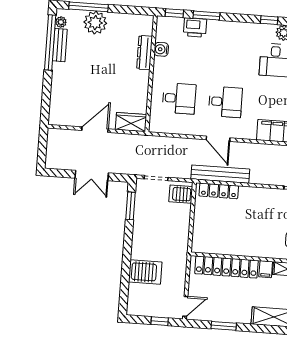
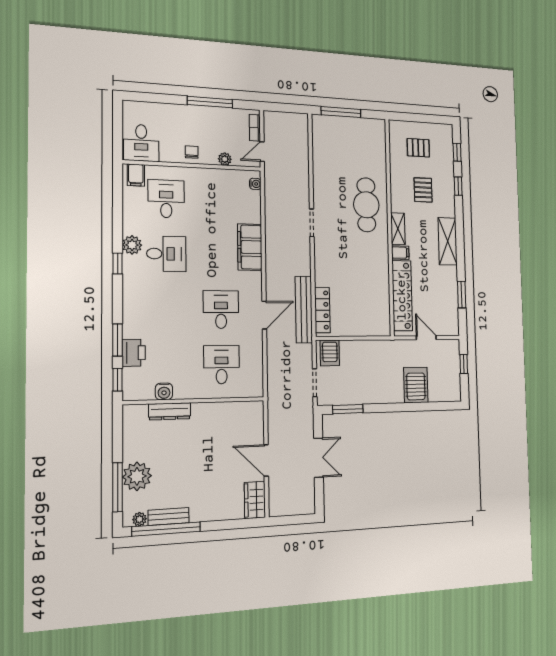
wardrobe: (131, 122) -> (255, 500), moved
door: (185, 306) -> (426, 338), moved

